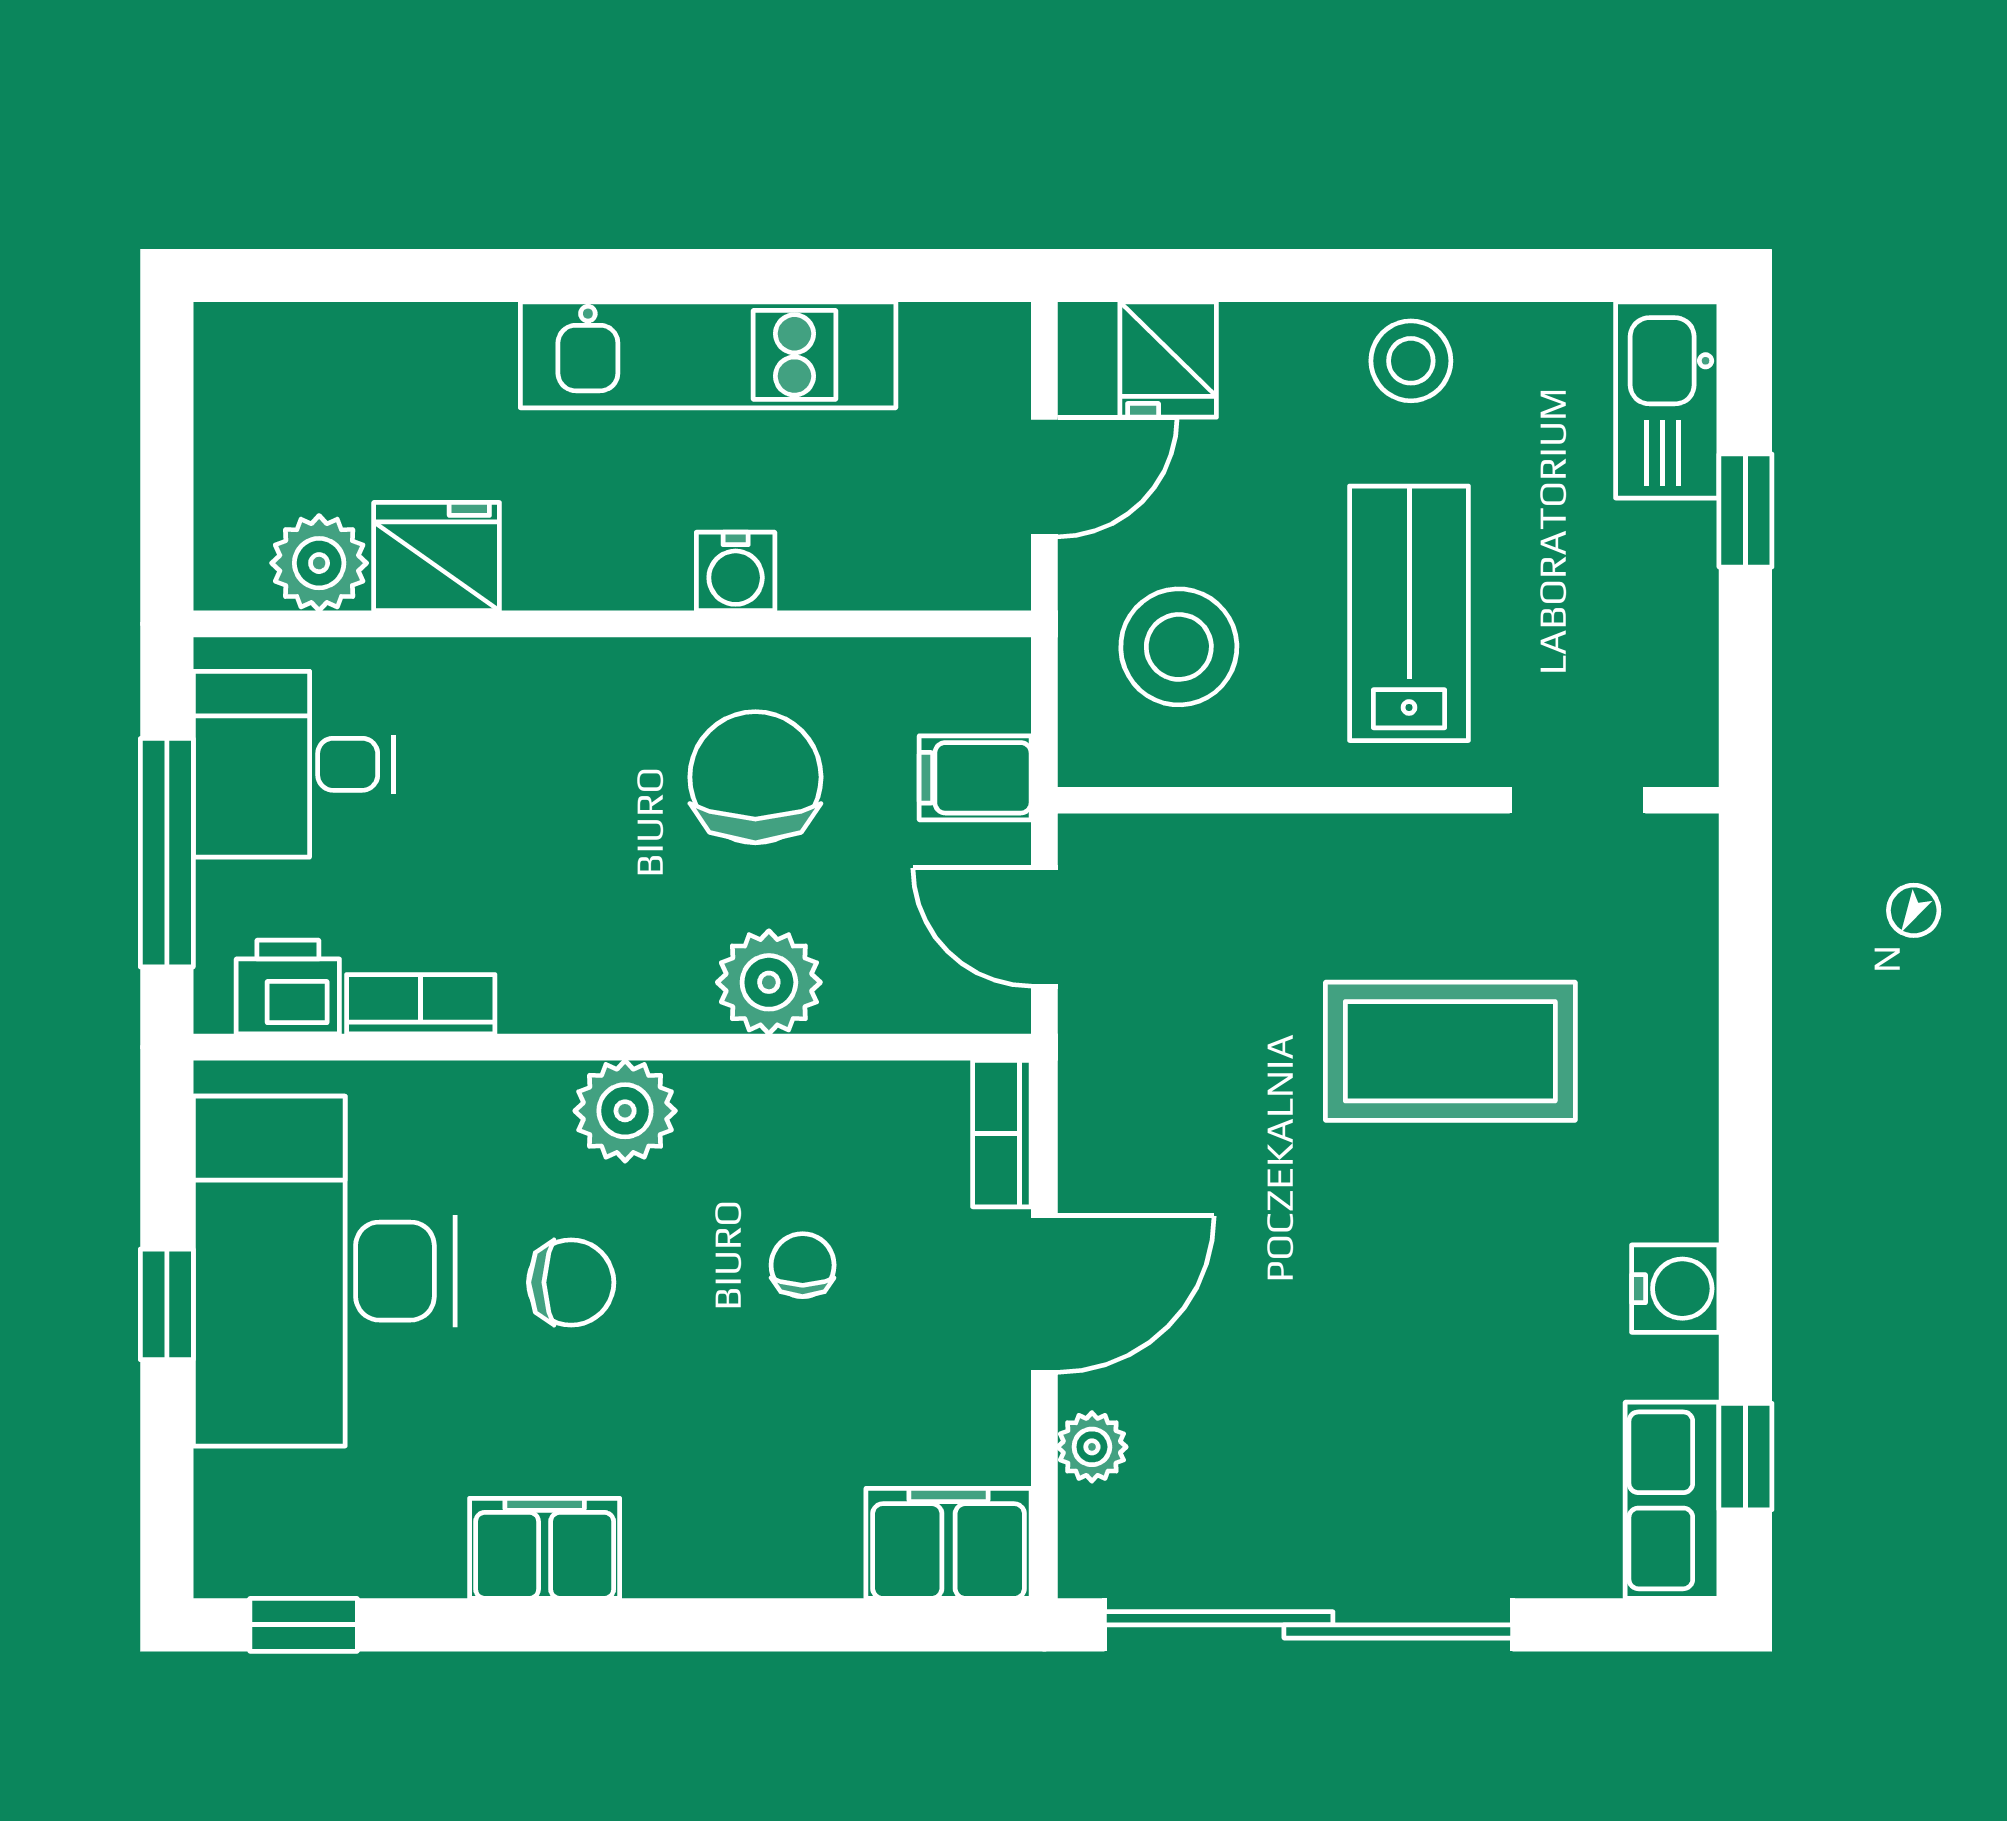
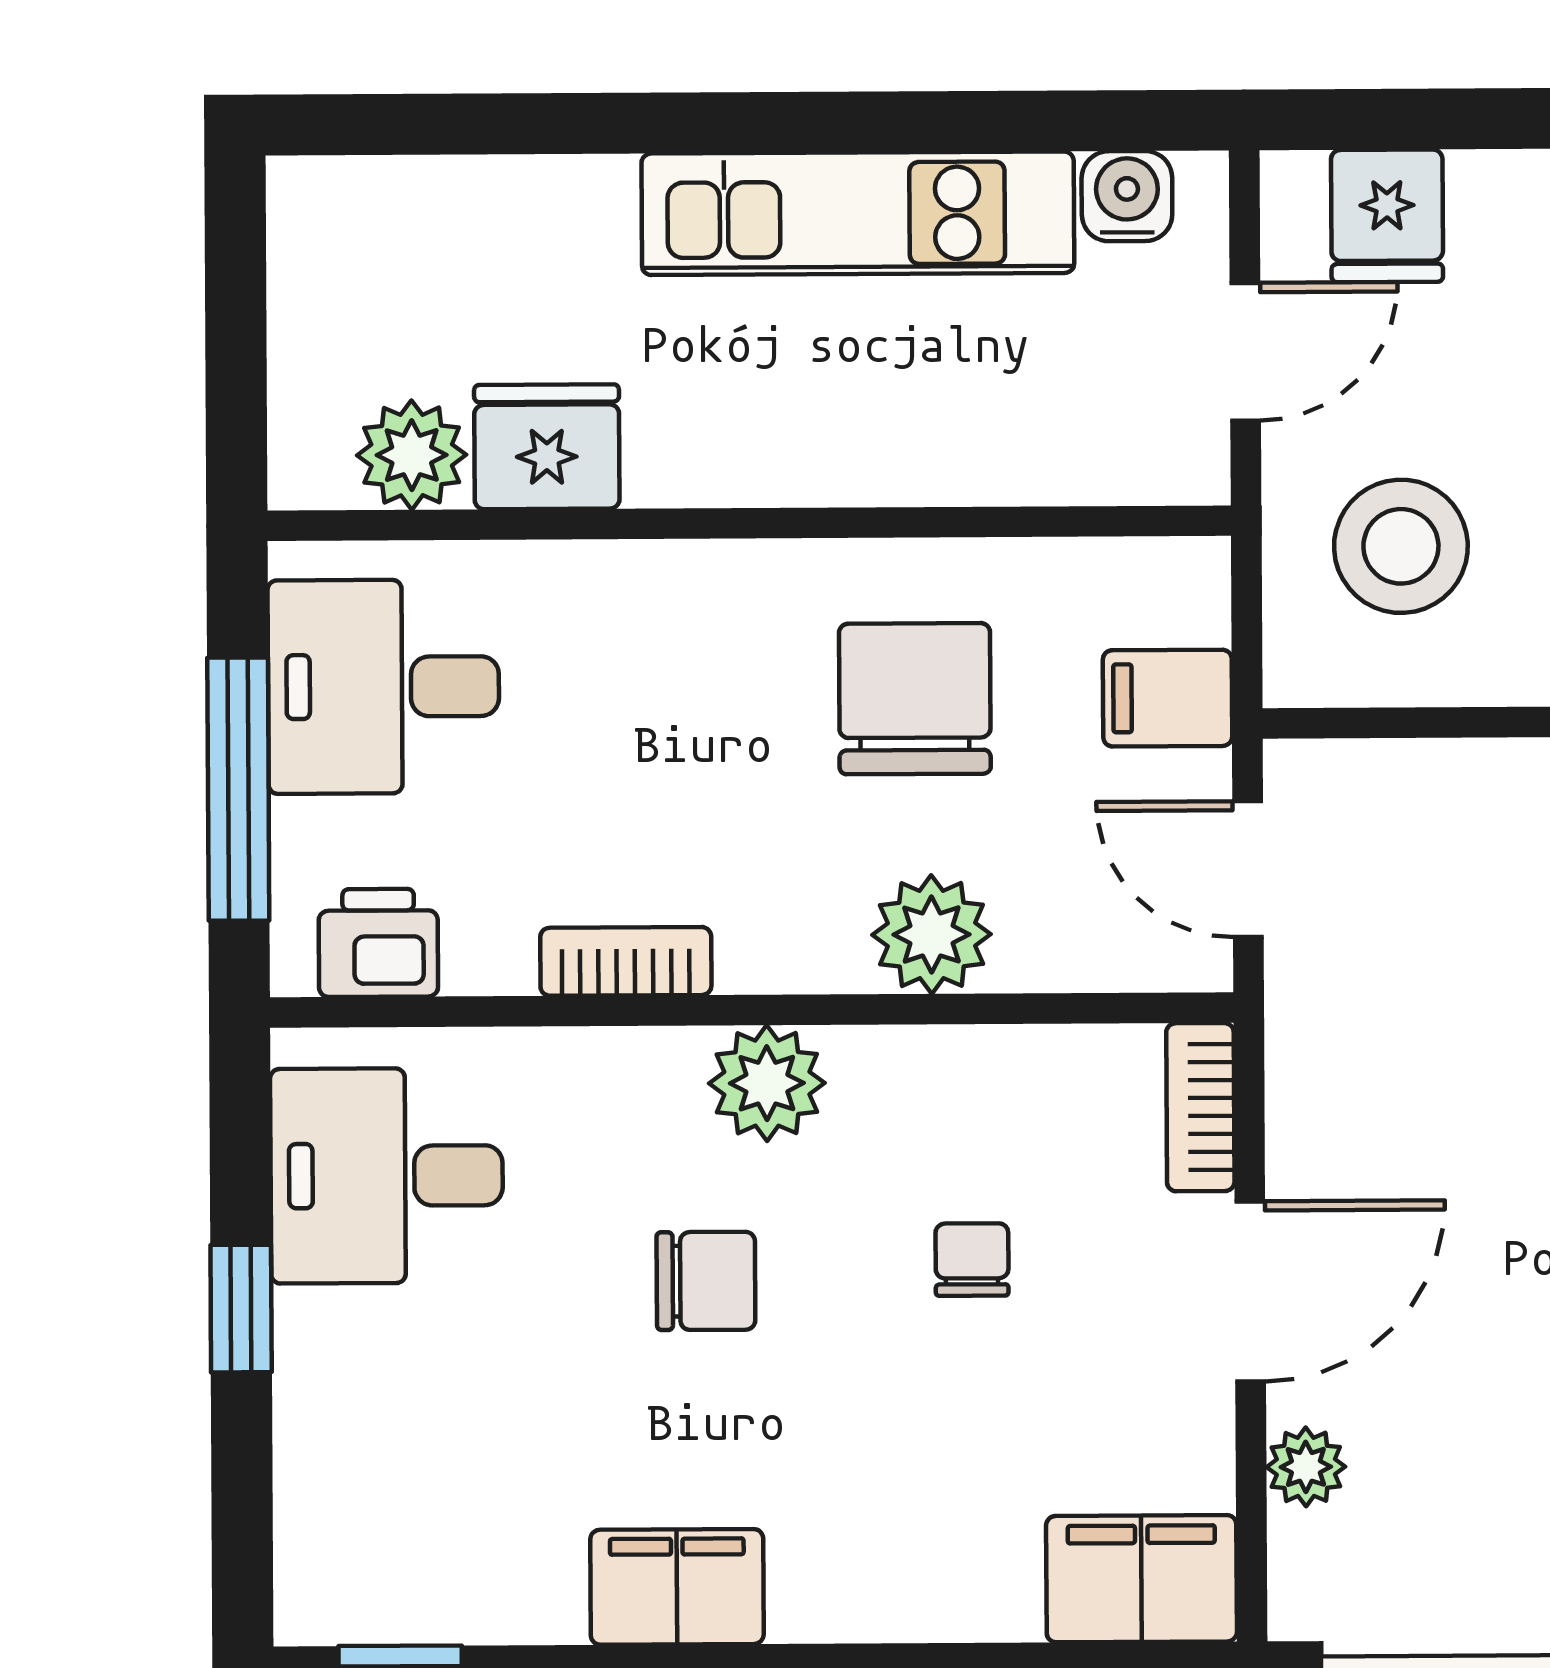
water cooler: (736, 571) -> (1127, 196), moved, turned 180
bookcase: (421, 1004) -> (626, 961), moved
desk: (324, 1271) -> (387, 1176), width x0.53, depth x0.77

